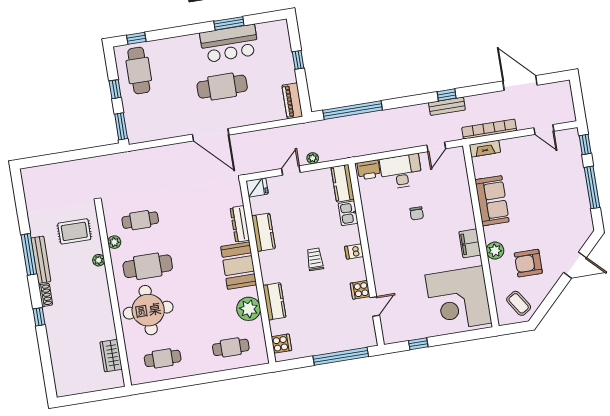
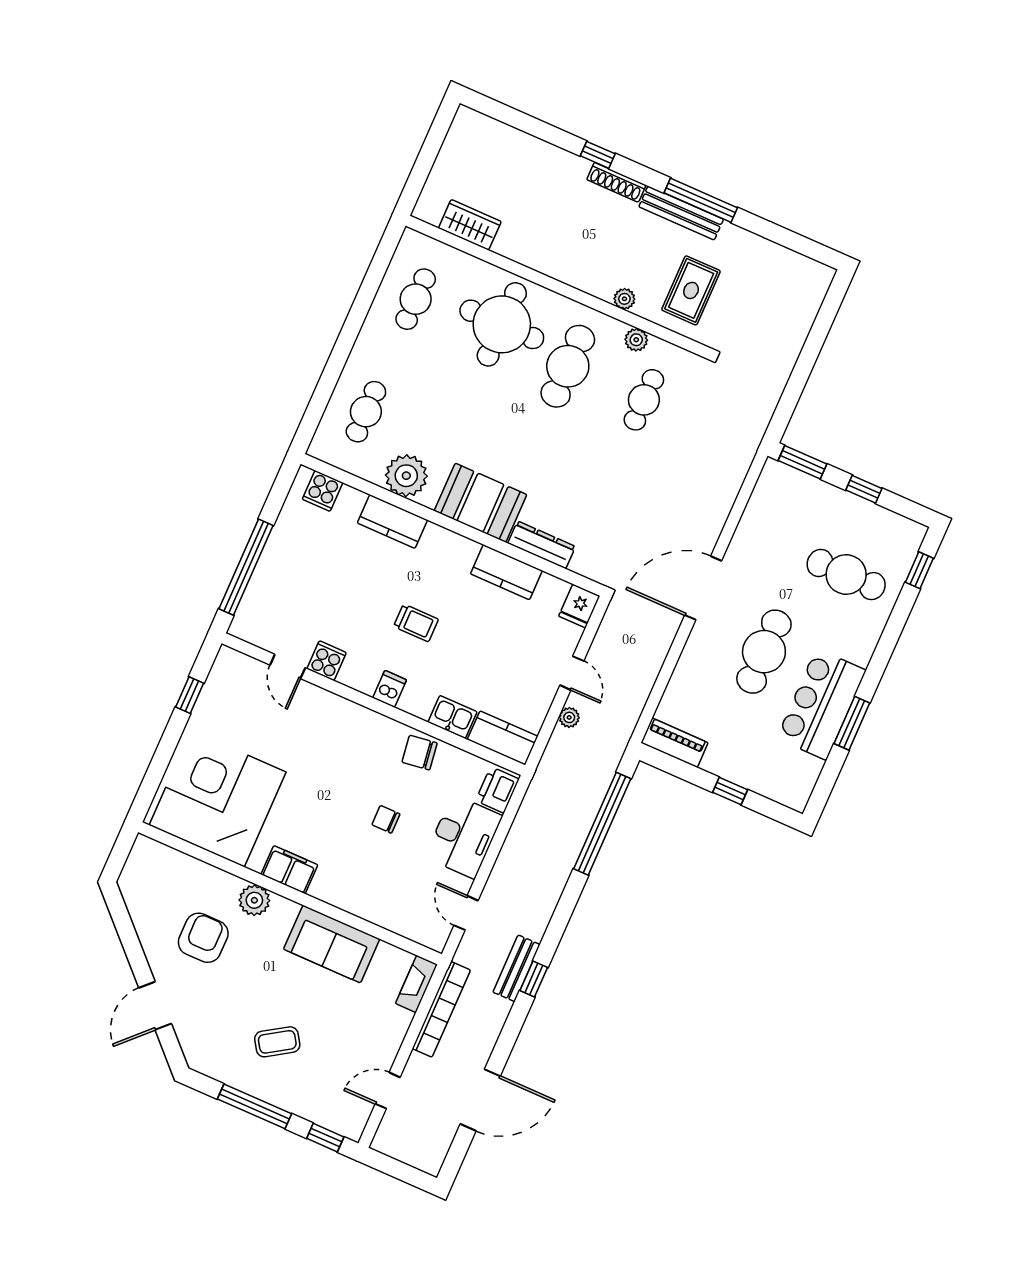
cafe table: (139, 71) -> (846, 575), moved
chair: (375, 218) -> (420, 753), added
shoe rack: (45, 295) -> (616, 182), width x1.43
coffee table: (519, 303) -> (277, 1042), moved

